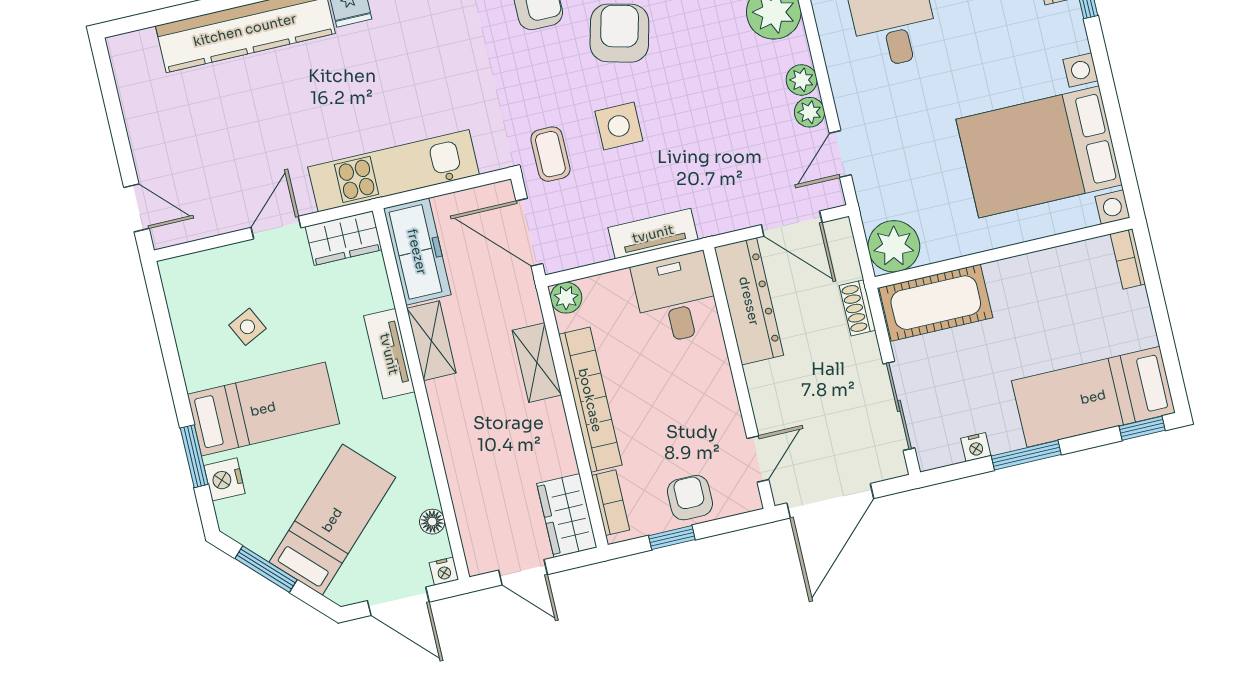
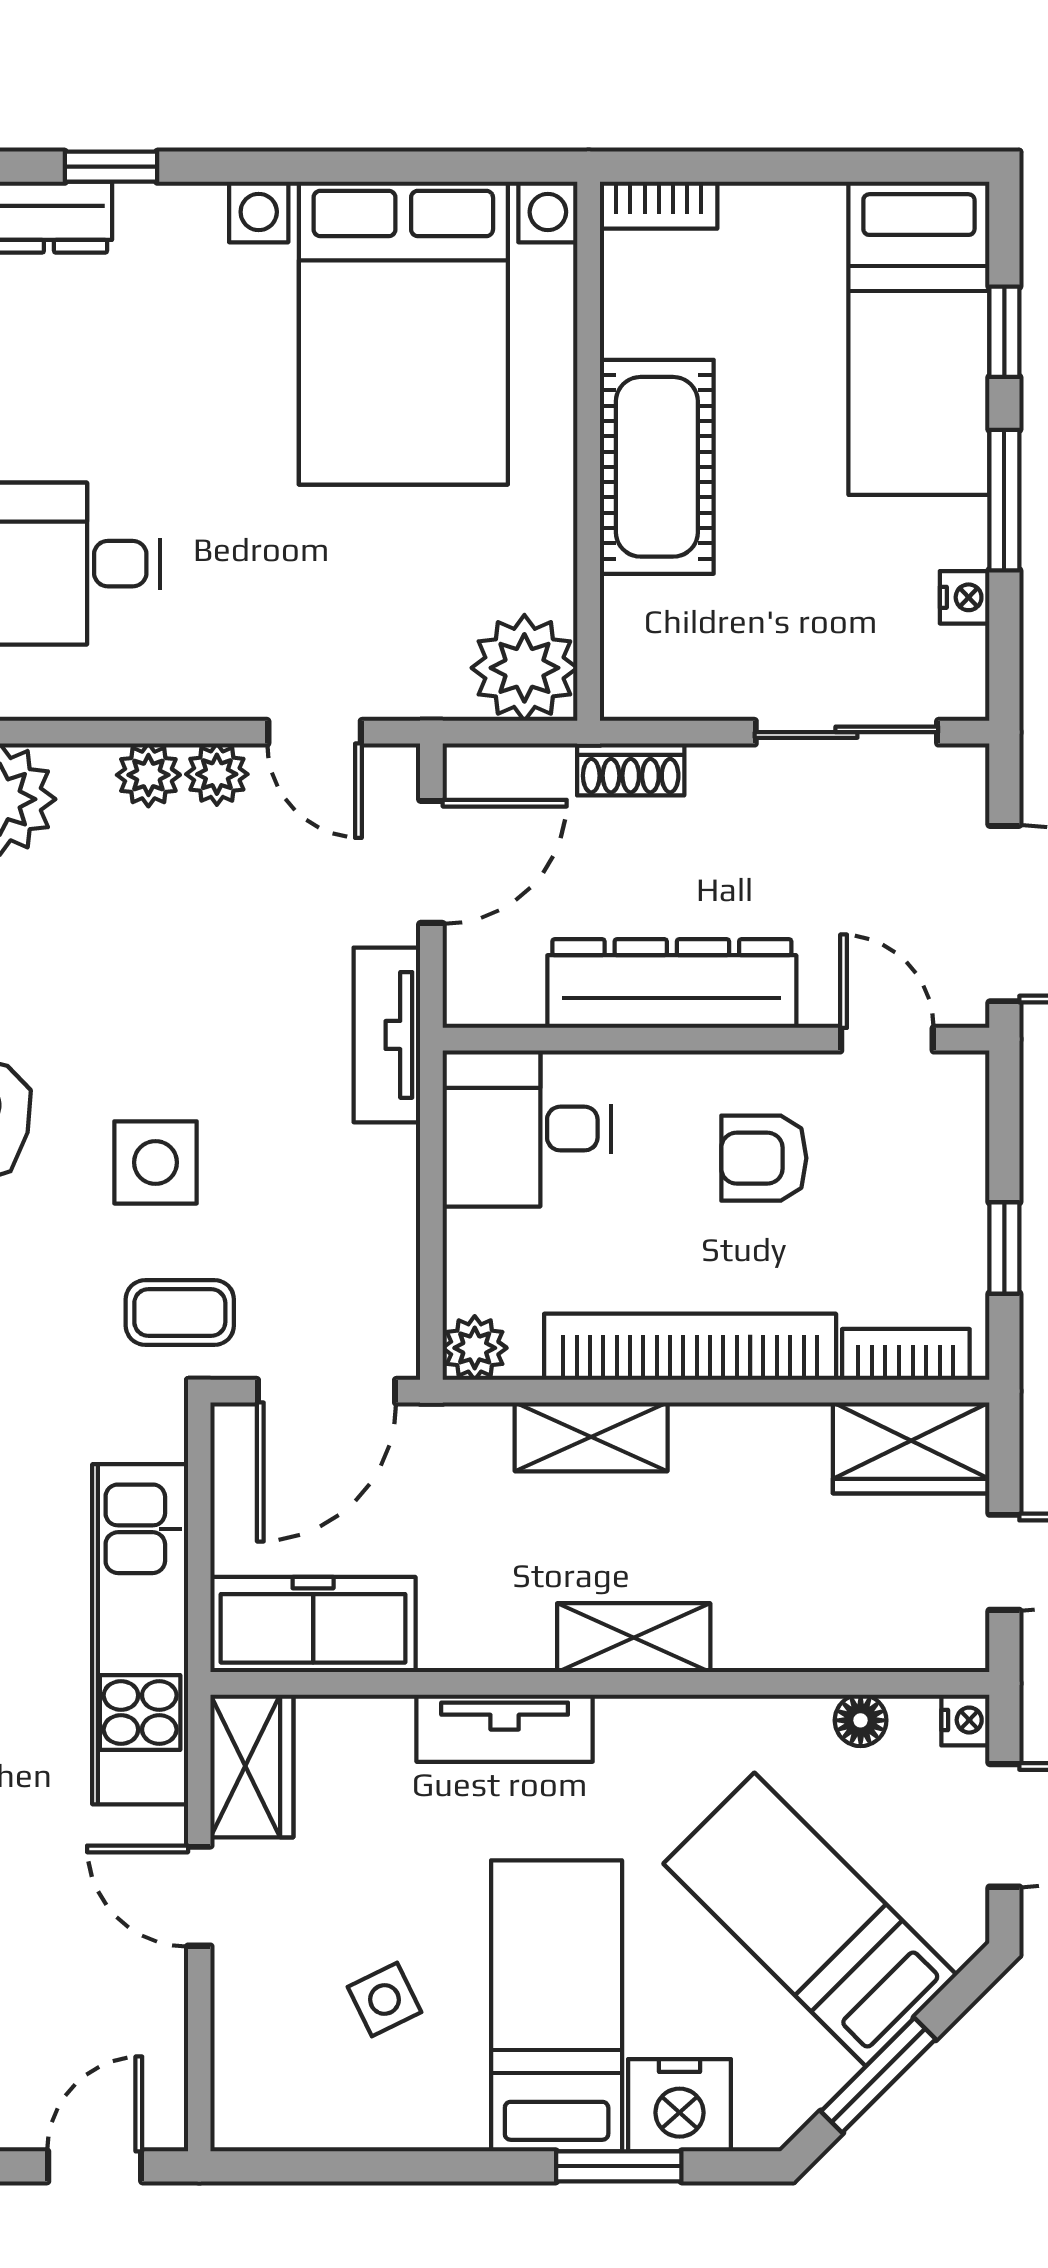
tv unit: (653, 234) -> (387, 1035), moved
dresser: (749, 301) -> (672, 984), moved
cot: (936, 303) -> (657, 467), moved
shelving: (431, 341) -> (634, 1638), moved
window: (1142, 428) -> (1004, 332), moved
nightstand: (225, 479) -> (680, 2105), width x1.36, depth x1.33
armchair: (690, 498) -> (764, 1158), moved

